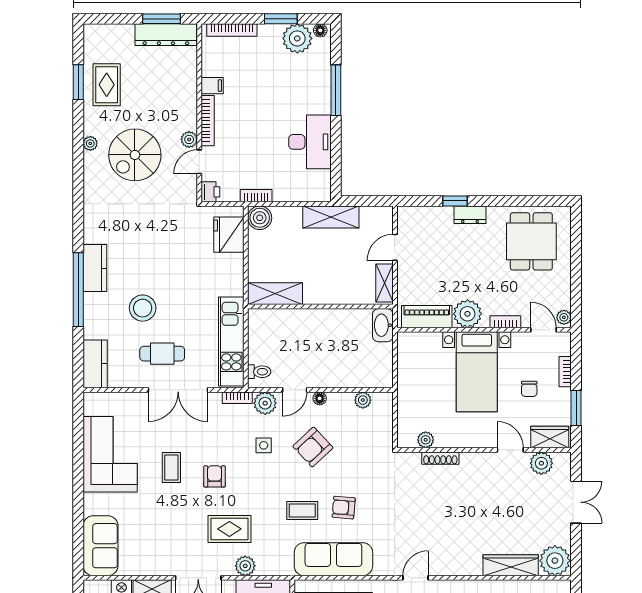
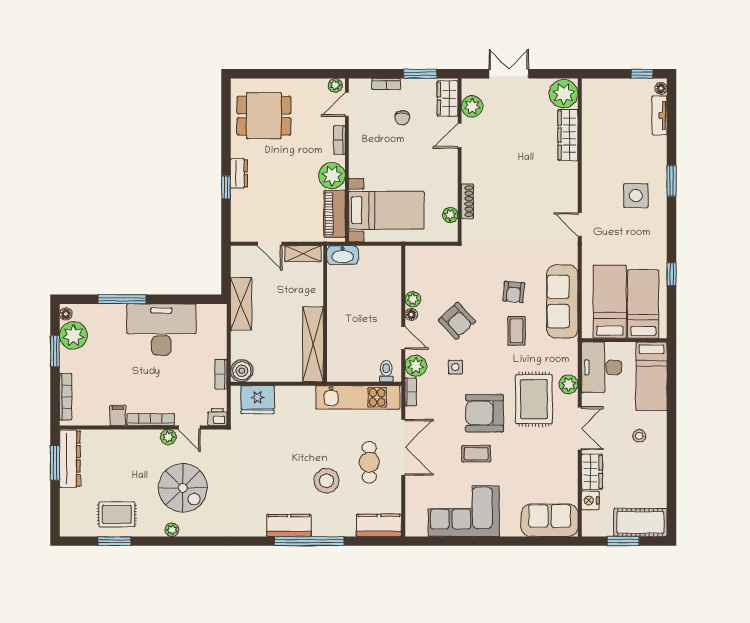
desk: (310, 142) -> (161, 330), width x1.36, depth x1.30
shelving: (275, 294) -> (313, 344), width x1.47
bed with nightstands: (477, 372) -> (386, 210), moved
chair: (529, 389) -> (402, 118), turned 90
plant: (363, 400) -> (413, 299), moved
armchair: (215, 476) -> (485, 413), width x1.88, depth x1.88
rug: (229, 529) -> (534, 399), width x1.36, depth x1.43

